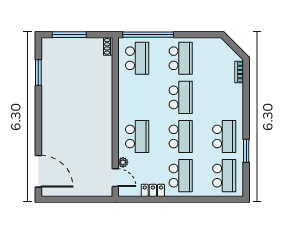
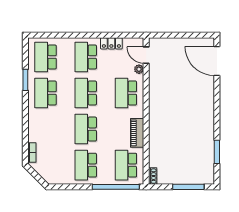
piano: (125, 93) -> (137, 133), added

